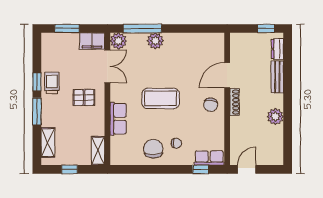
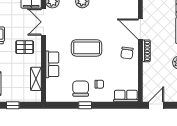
double door: (107, 66) -> (43, 22), swing flipped
door: (227, 75) -> (140, 29), hinge flipped
shelving: (98, 151) -> (36, 79), moved
window: (201, 169) -> (85, 105), moved

